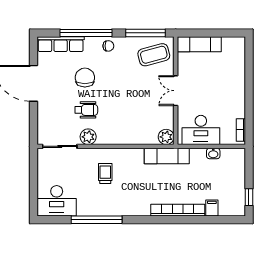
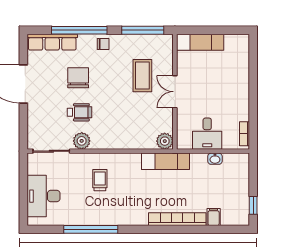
coffee table: (154, 55) -> (142, 76), moved, turned -75
desk: (201, 130) -> (207, 134), width x0.73
desk: (57, 201) -> (44, 196), moved, turned 90

